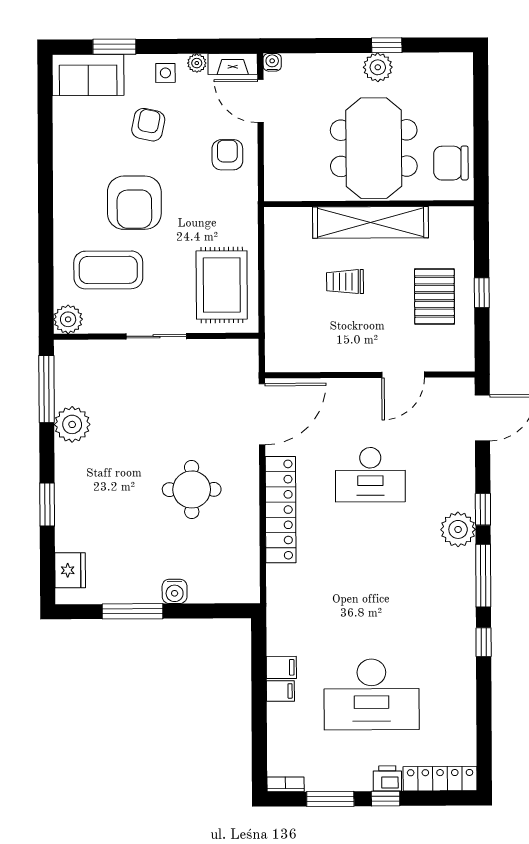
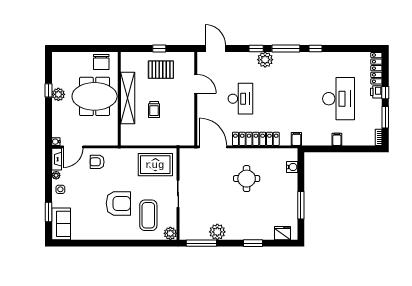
armchair: (148, 125) -> (83, 197), removed
water cooler: (175, 591) -> (292, 167), moved
filing cabinet: (281, 667) -> (296, 139), moved

